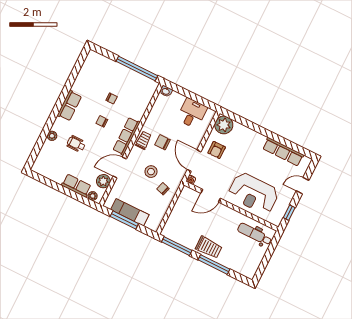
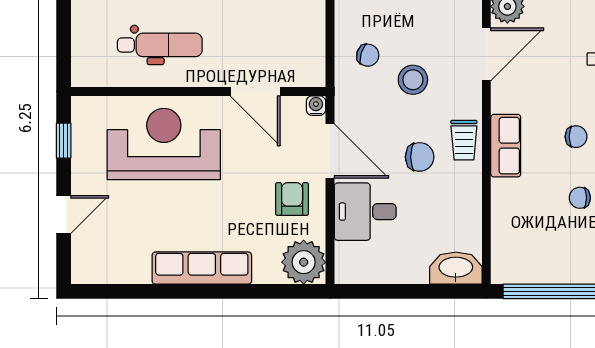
washbasin: (166, 91) -> (456, 268), width x1.91, depth x1.45
desk: (192, 113) -> (365, 212), moved, turned 90
row of seats: (126, 136) -> (506, 146), width x0.68
row of seats: (283, 152) -> (202, 268), moved
door: (211, 196) -> (255, 92), swing flipped
dental chair: (255, 234) -> (160, 45), moved

